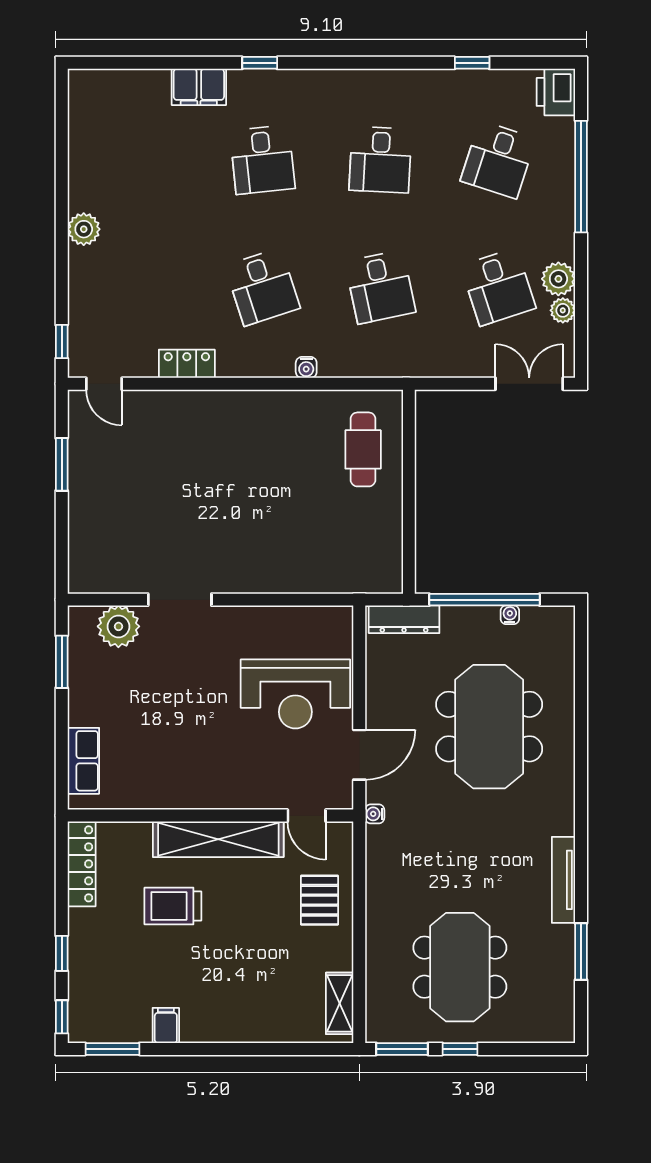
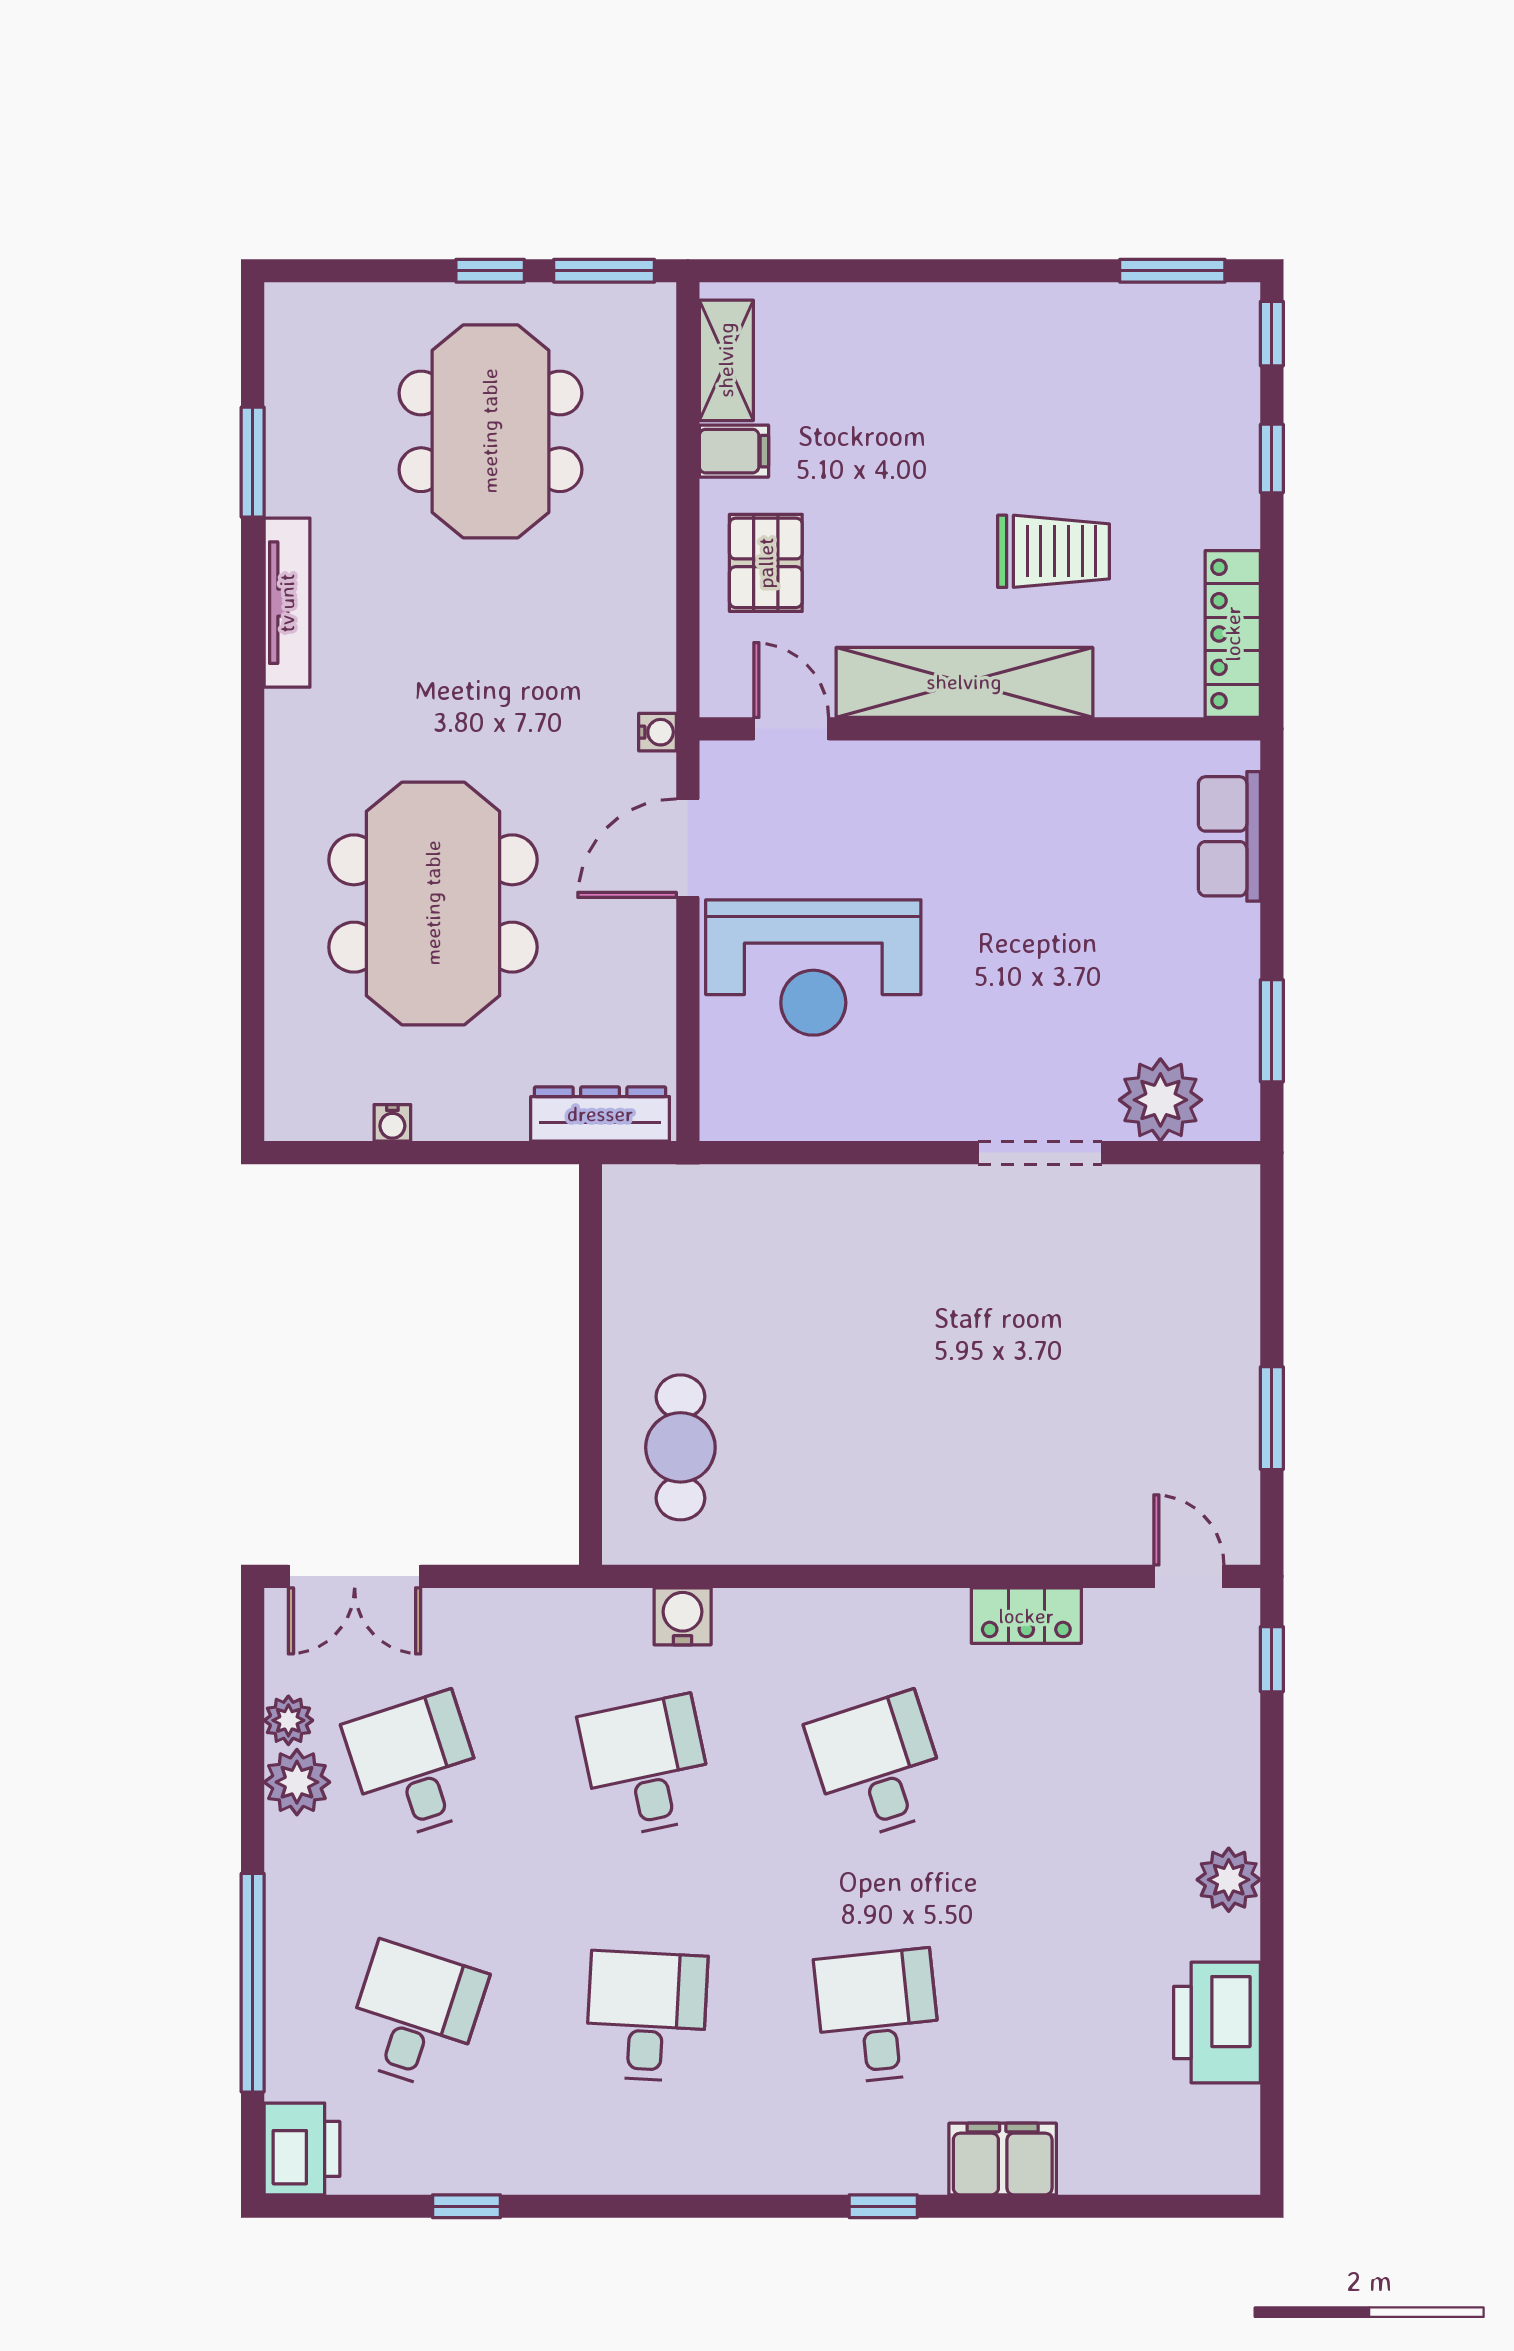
printer: (90, 156) -> (1217, 2022), added
water cooler: (306, 367) -> (683, 1616), moved, width x1.38, depth x1.38
window: (484, 600) -> (442, 1153), removed
reception desk: (295, 694) -> (813, 967), turned 180
filing cabinet: (166, 1025) -> (734, 451), moved, turned -90

